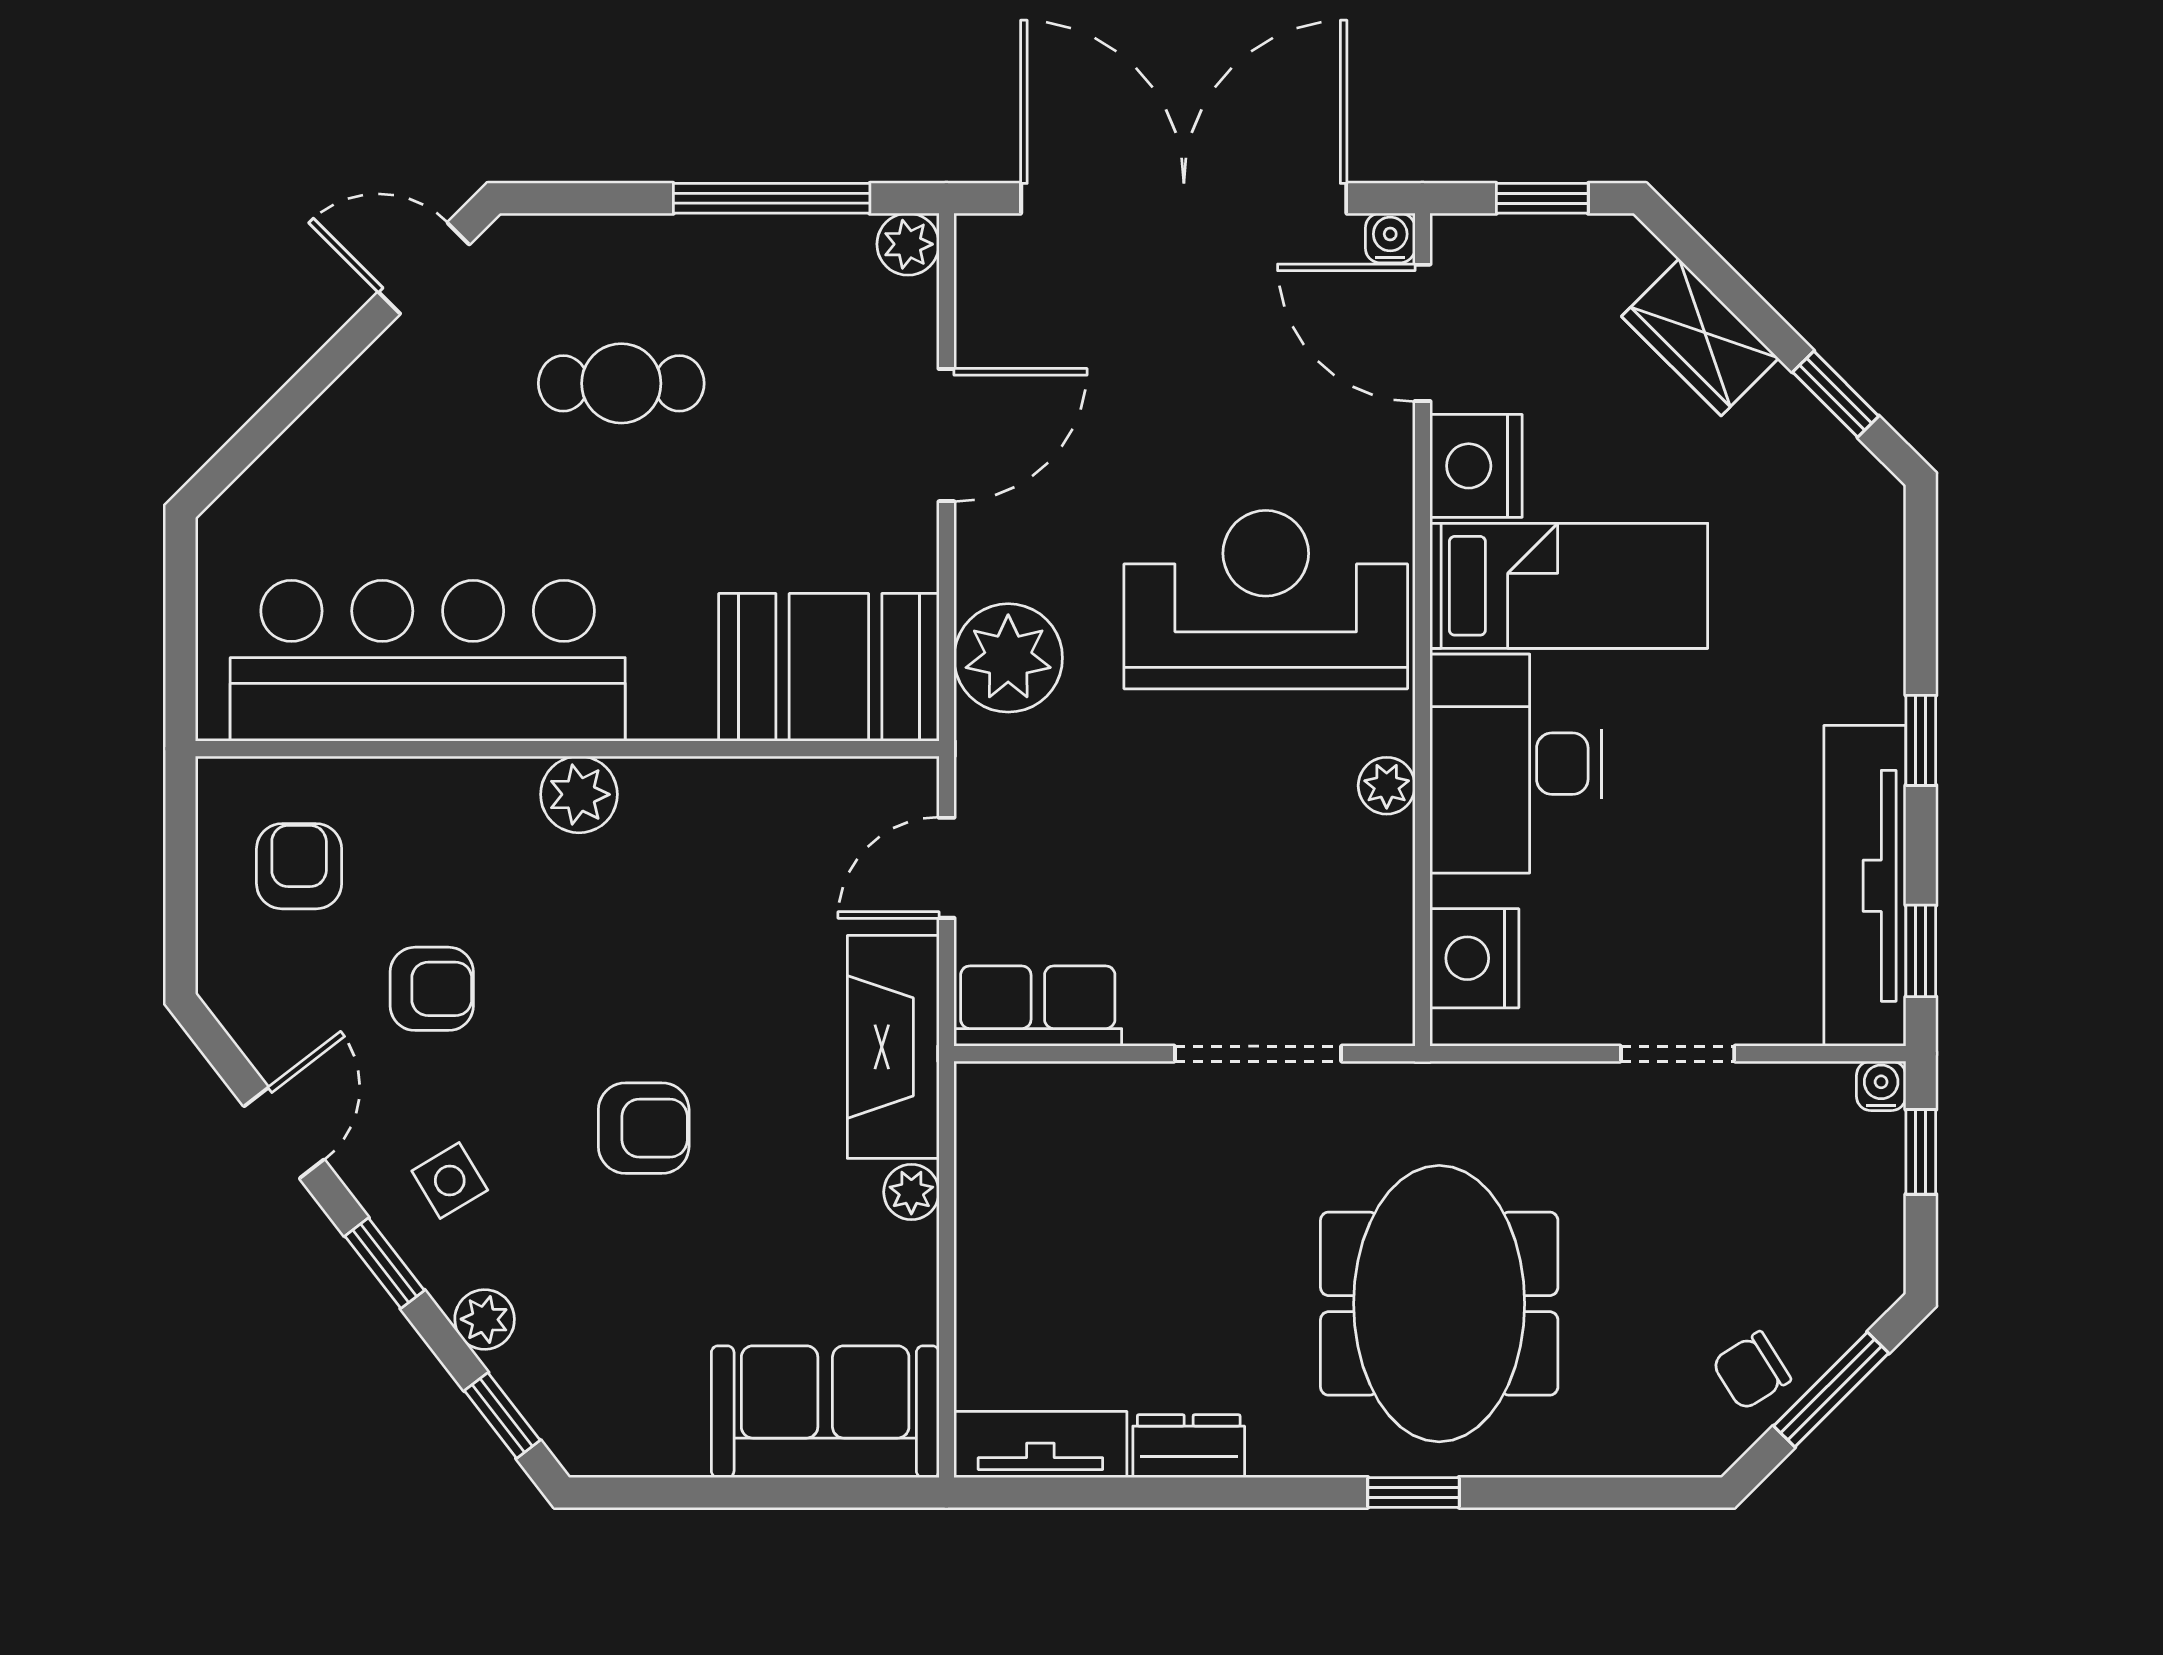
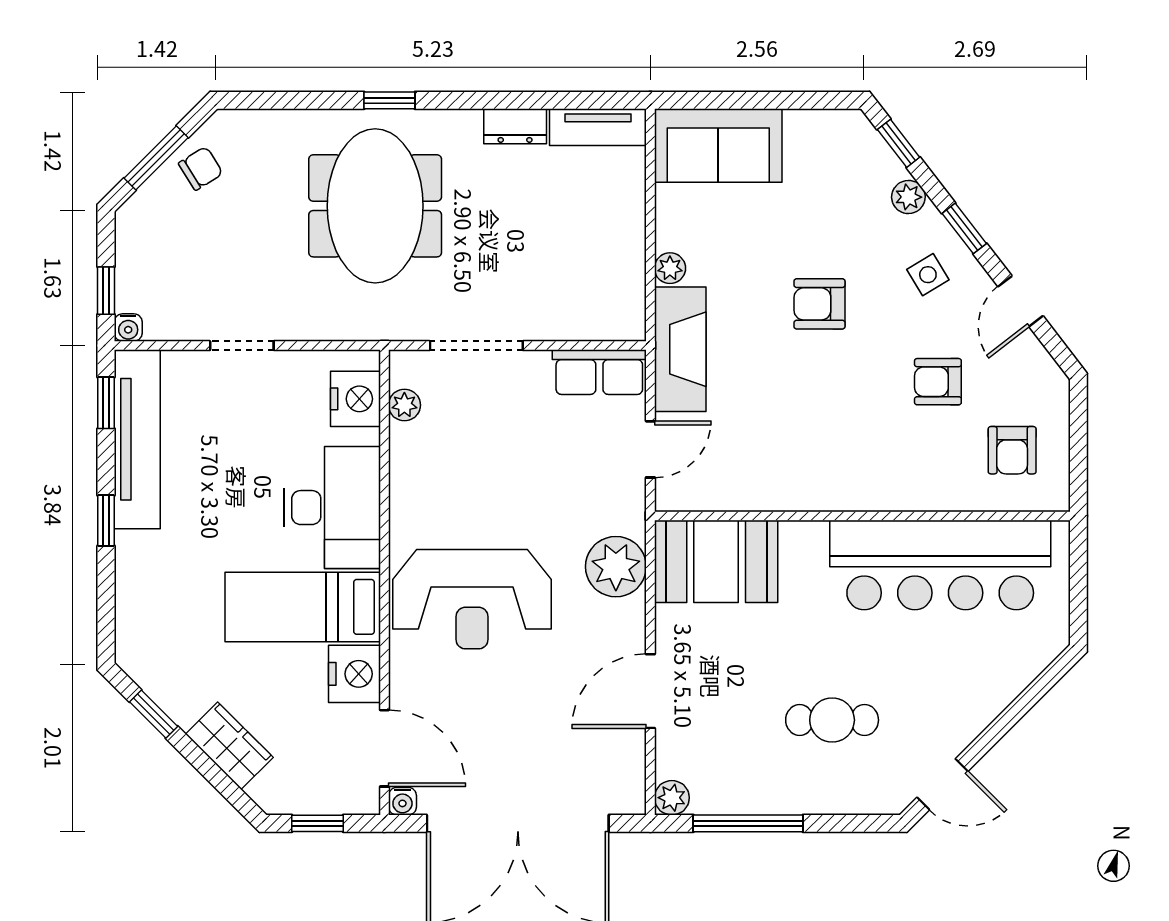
plant: (1387, 786) -> (404, 405), moved
plant: (579, 794) -> (856, 490), removed

